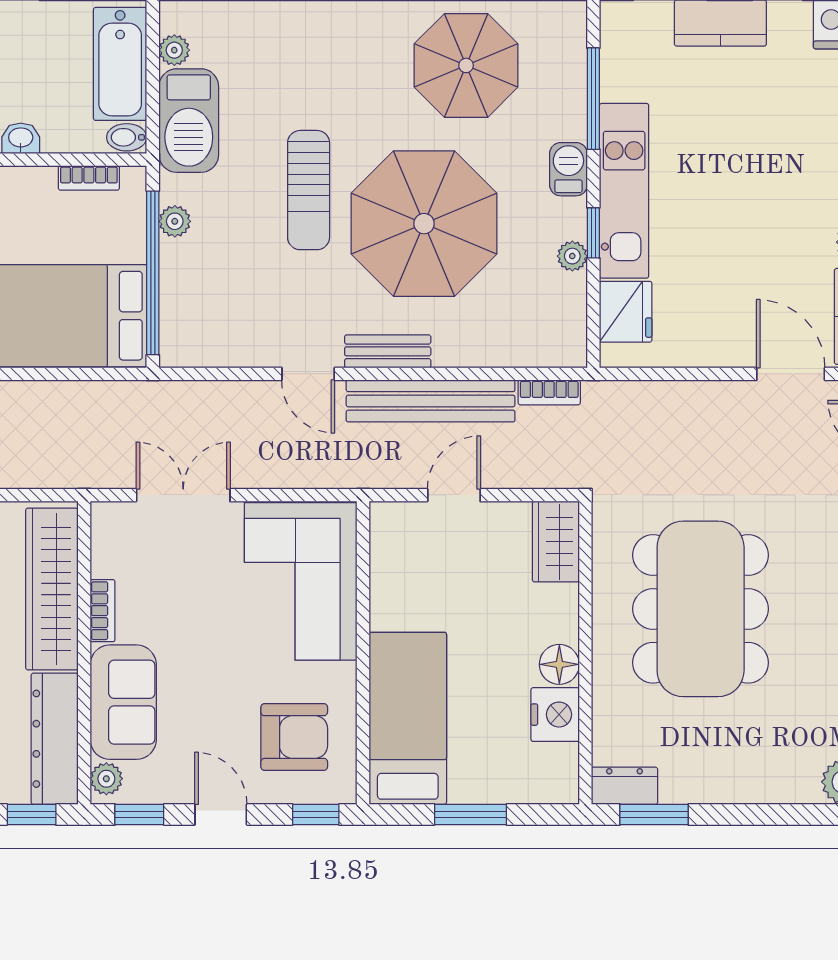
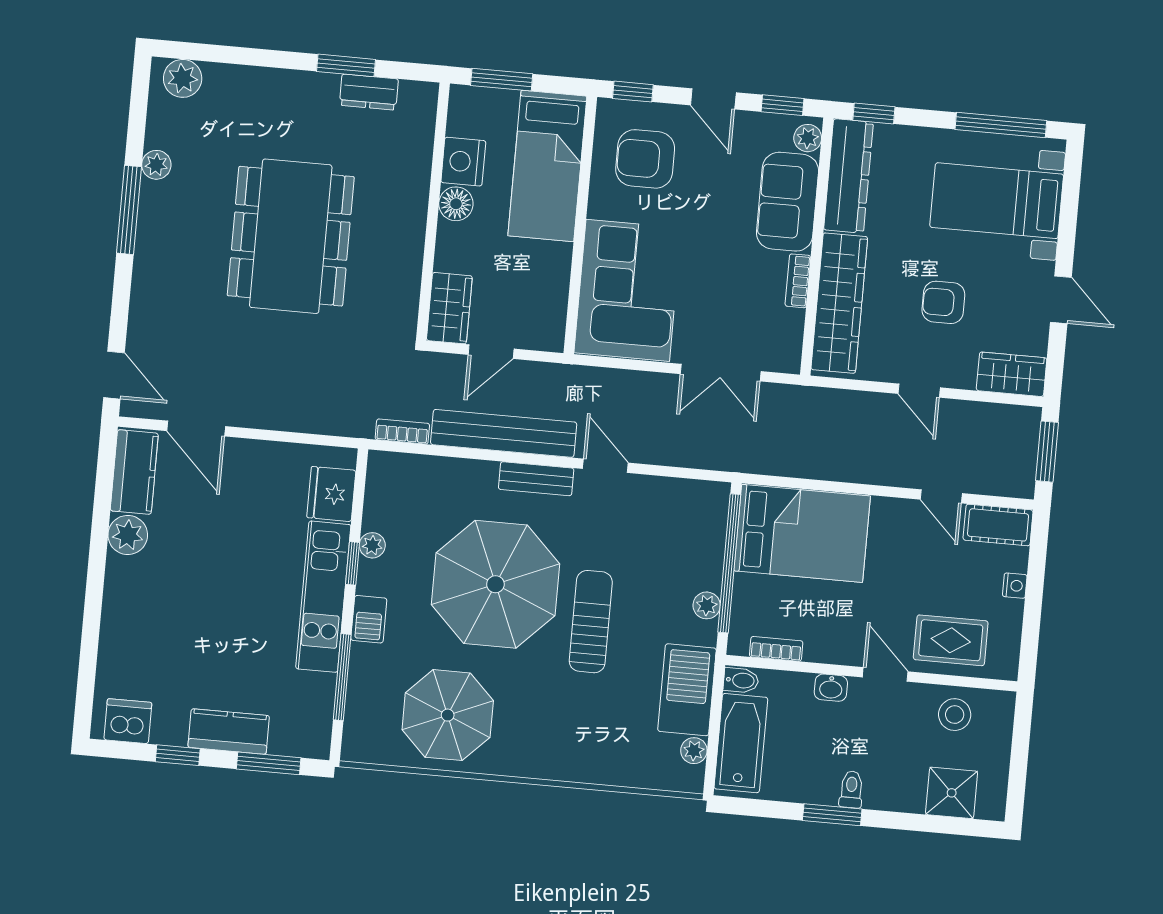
wardrobe: (556, 542) -> (449, 308), moved
wall: (585, 653) -> (433, 212), moved
floor lamp: (559, 664) -> (456, 204), moved
nightstand: (555, 715) -> (463, 162), moved

